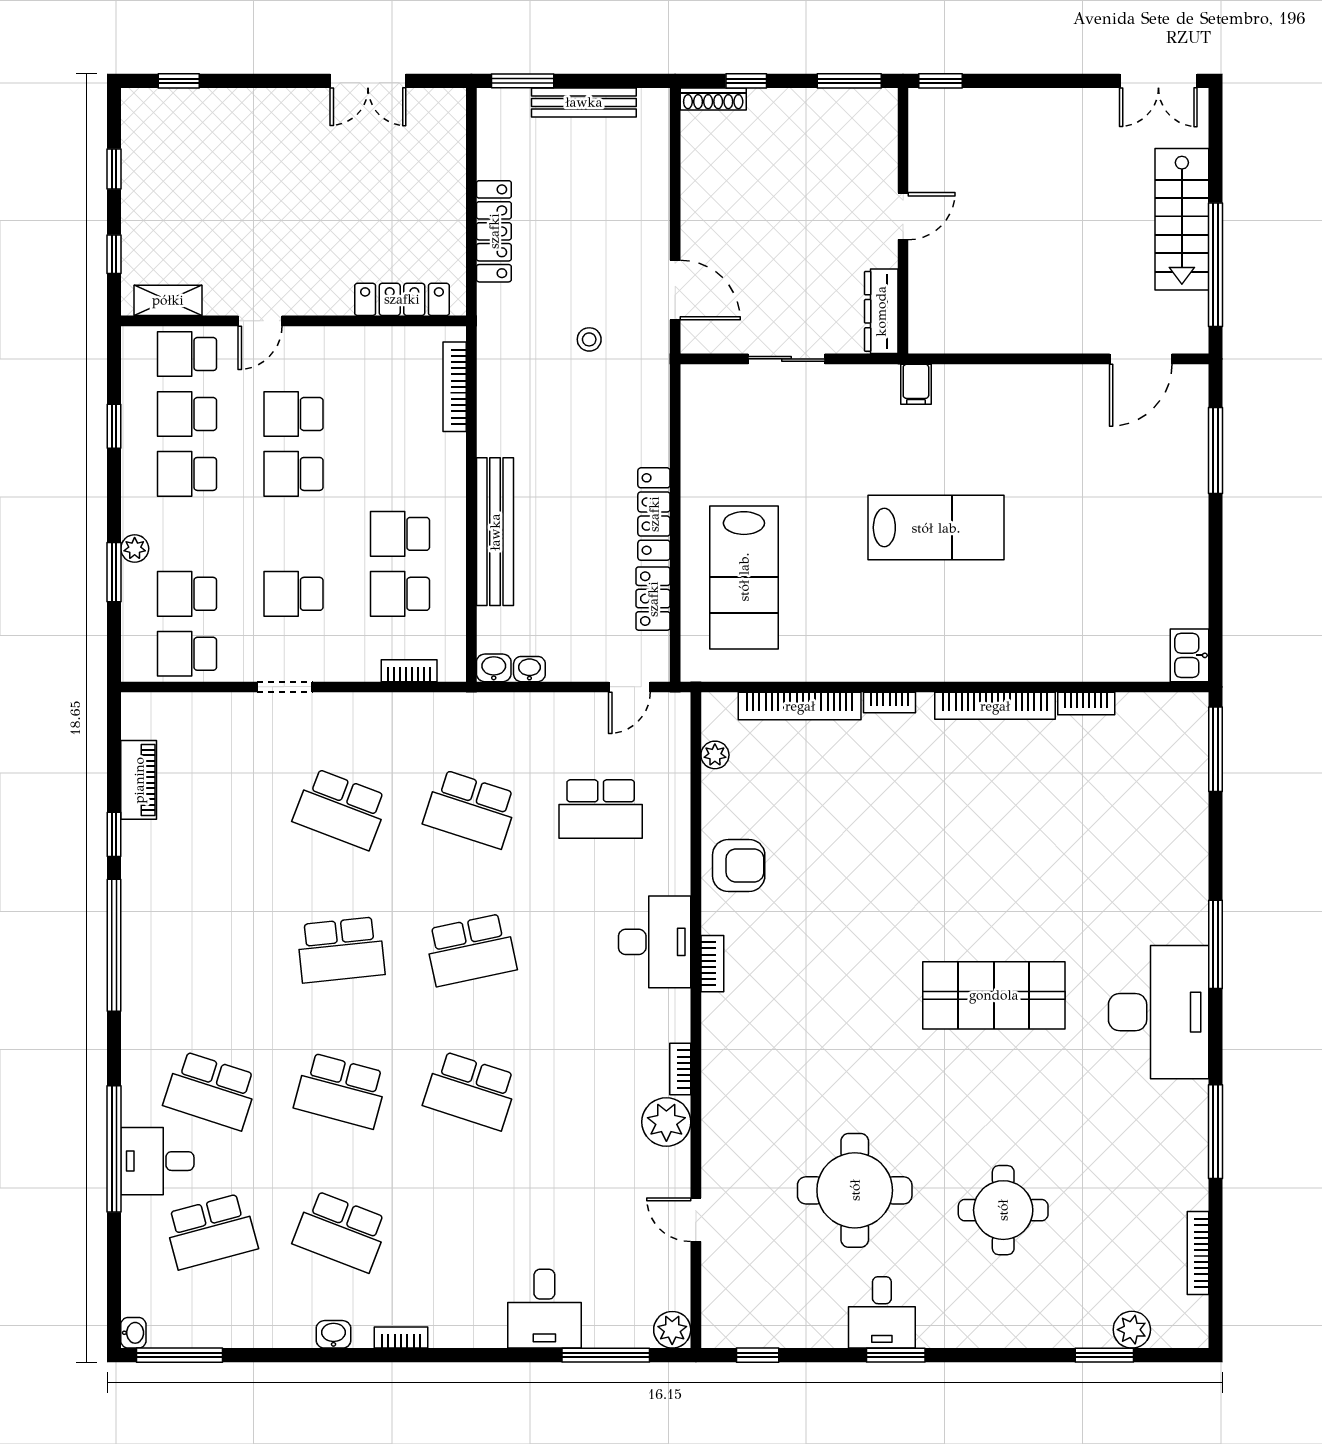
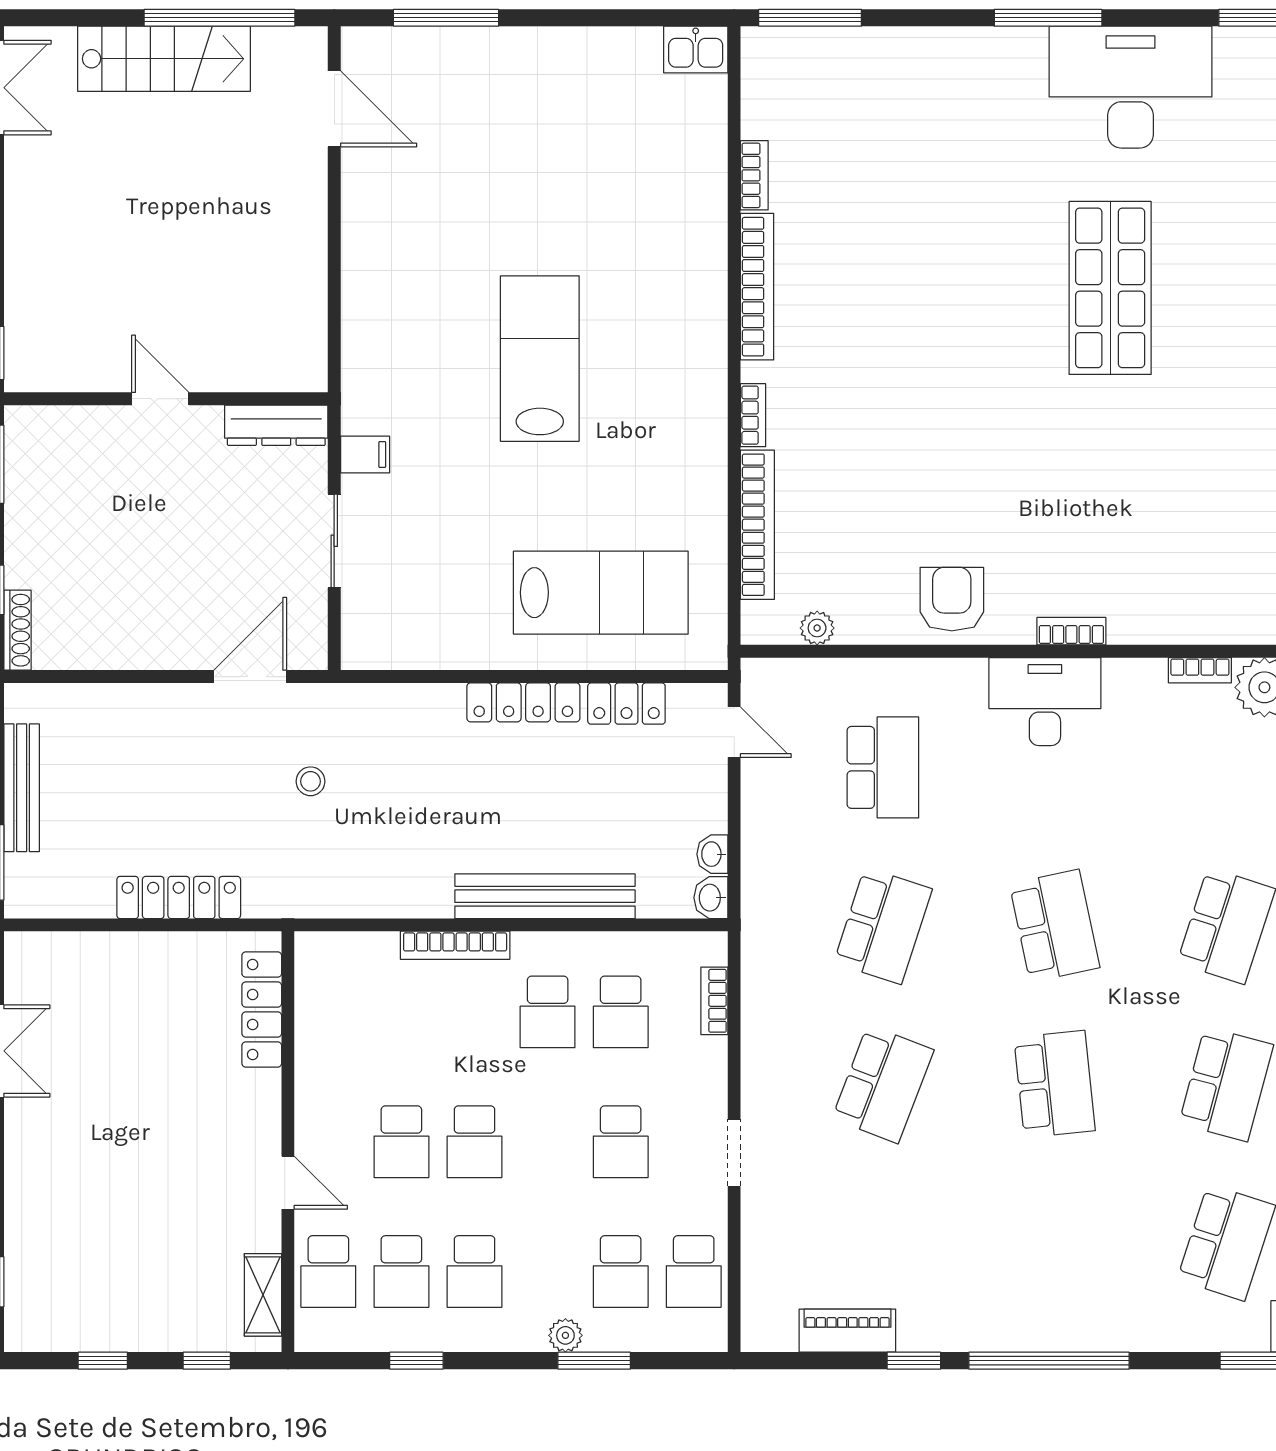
filing cabinet: (916, 384) -> (365, 454), moved
bookcase: (455, 387) -> (455, 945), moved

